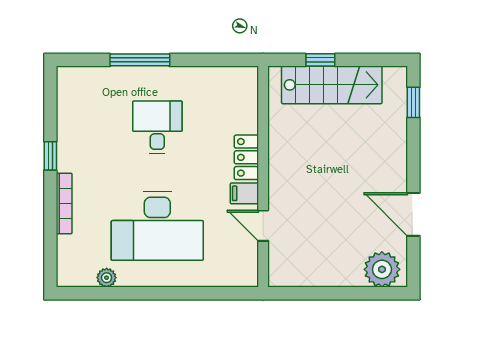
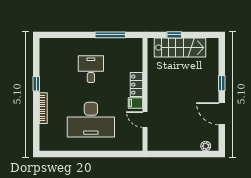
window: (140, 60) -> (110, 35), moved
window: (413, 102) -> (222, 83), moved
plant: (382, 269) -> (206, 146), width x0.53, depth x0.53
plant: (107, 278) -> (65, 146), removed

